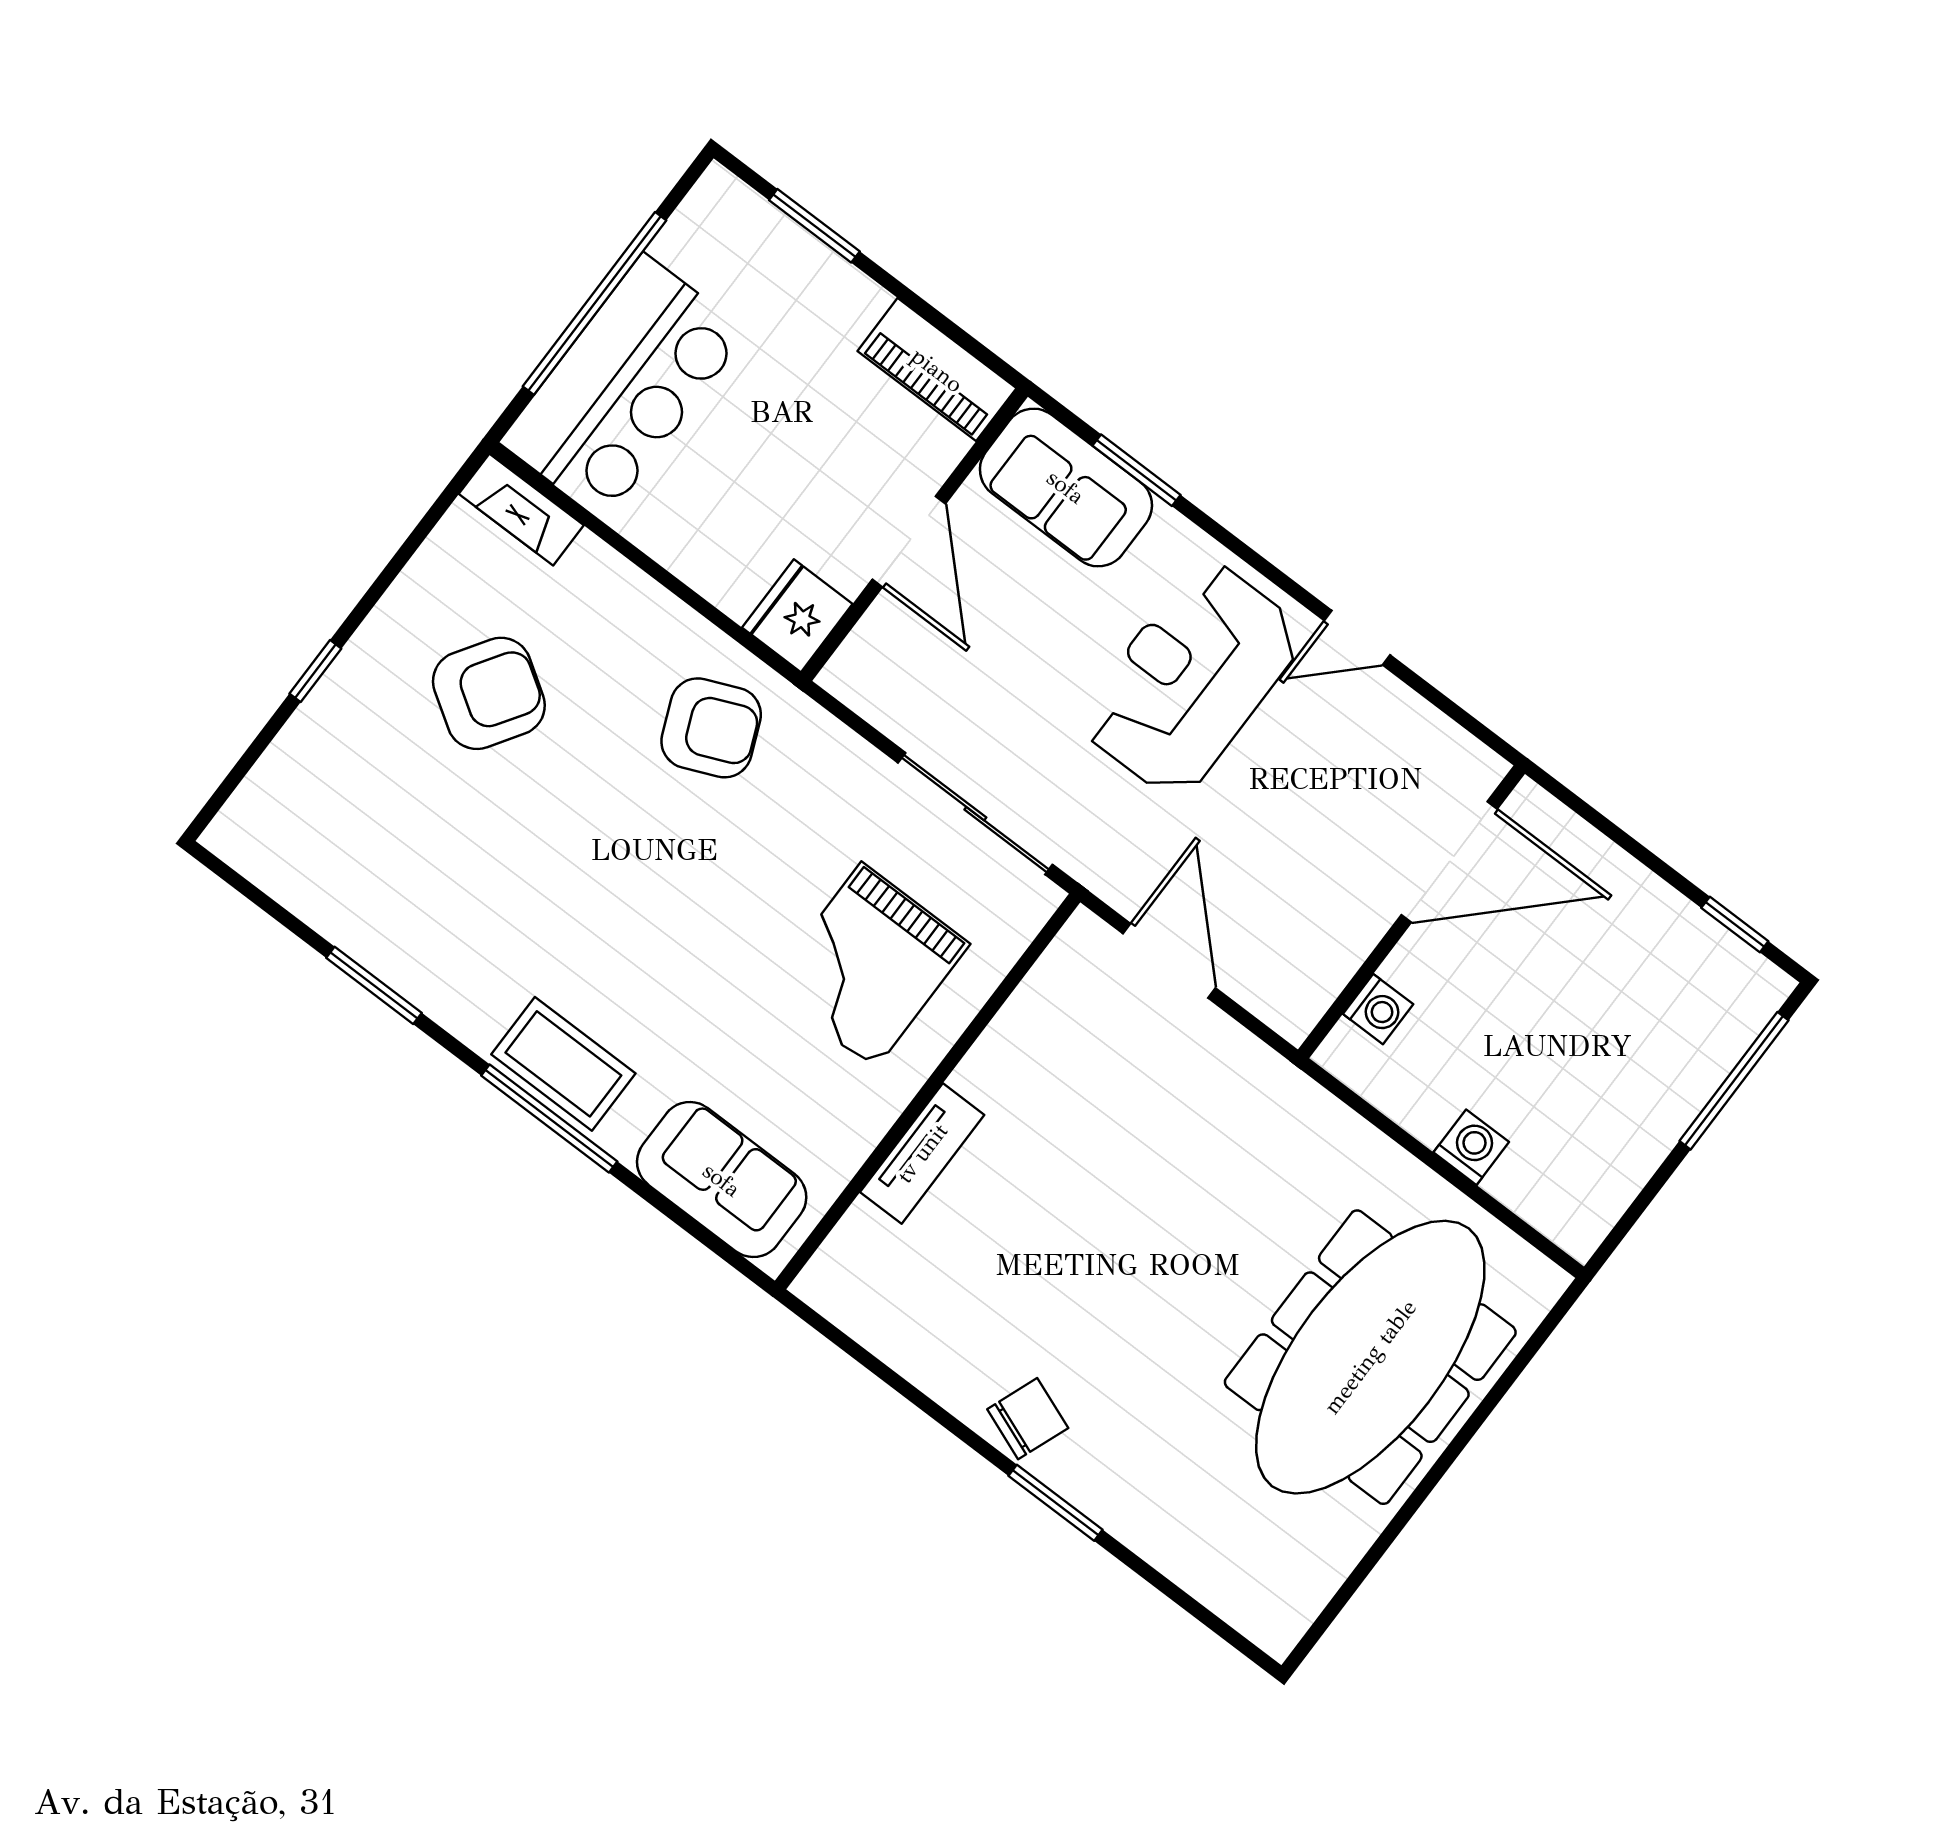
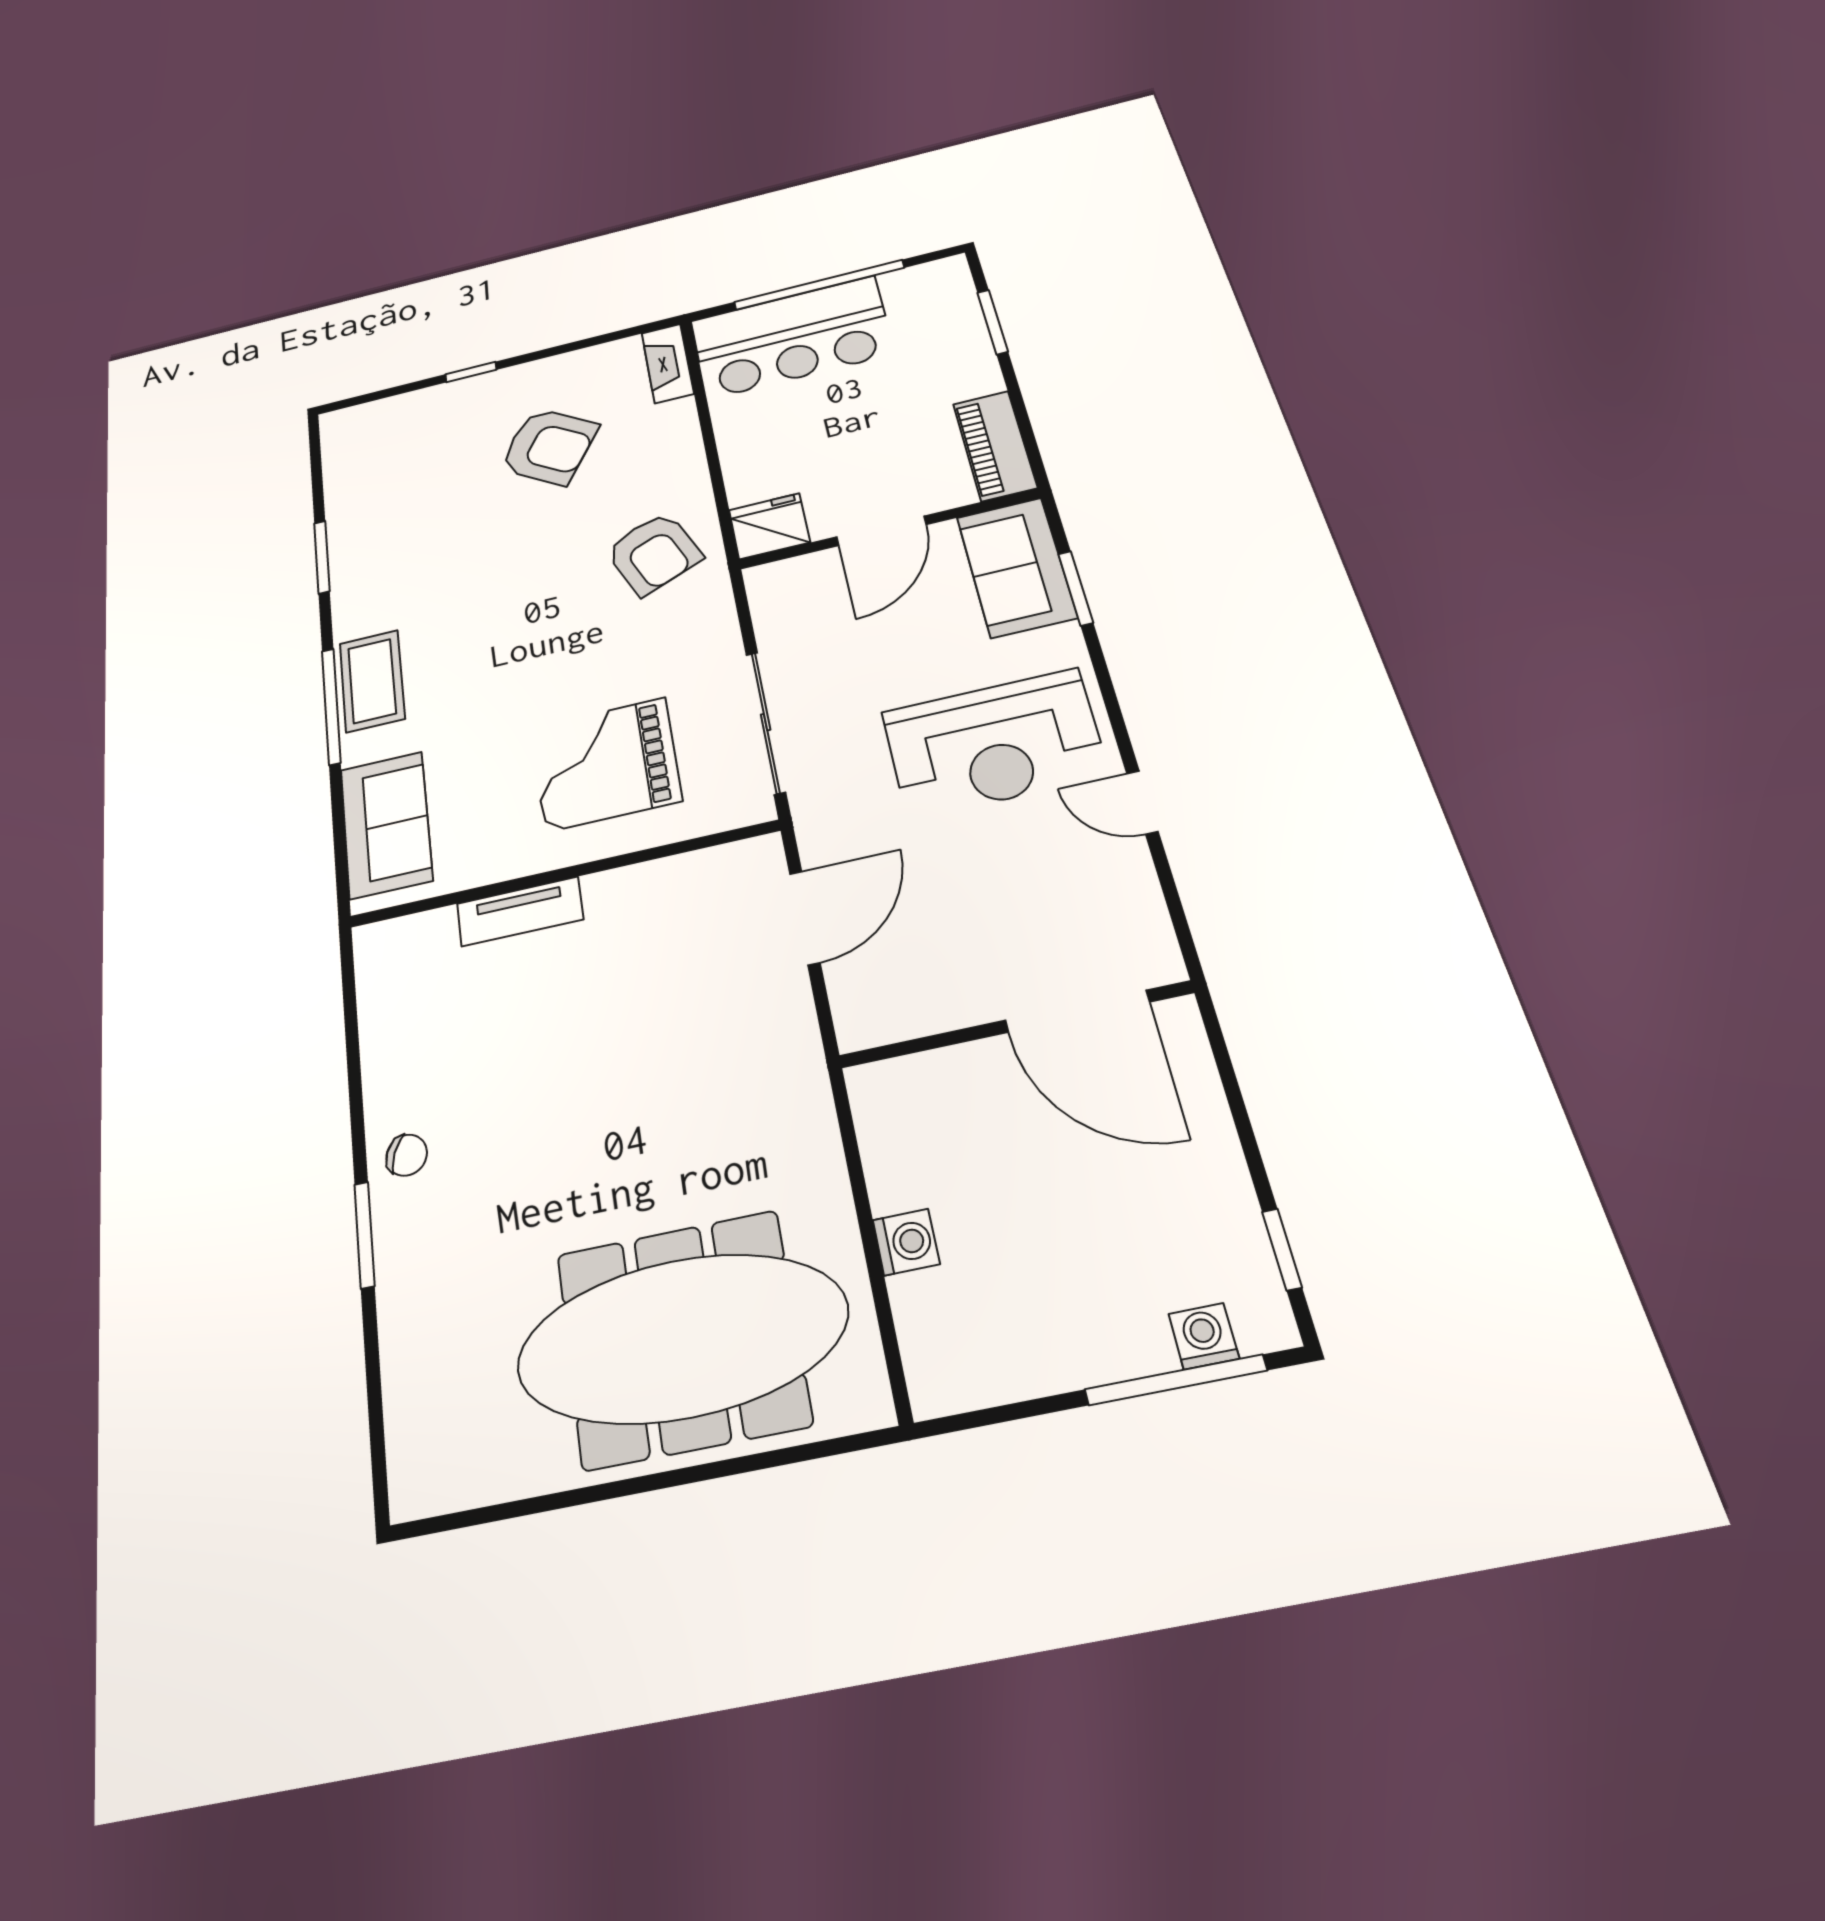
reception desk: (1191, 679) -> (994, 743), turned 180
washing machine: (1378, 1009) -> (1204, 1336), moved, turned 180
chair: (1028, 1419) -> (407, 1155), width x0.73, depth x0.73

